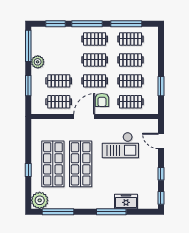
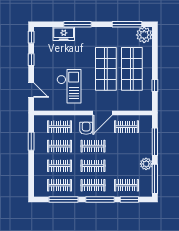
clothes rail: (59, 81) -> (126, 185), moved
window: (28, 86) -> (155, 142), width x1.44
checkout: (120, 145) -> (69, 86), turned 90
window: (28, 170) -> (155, 85), moved

